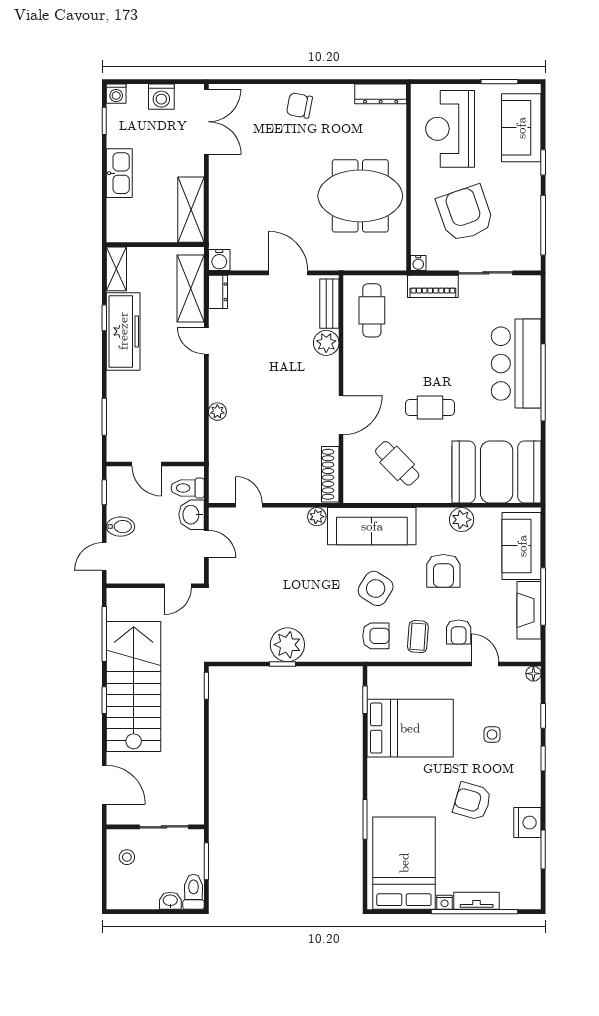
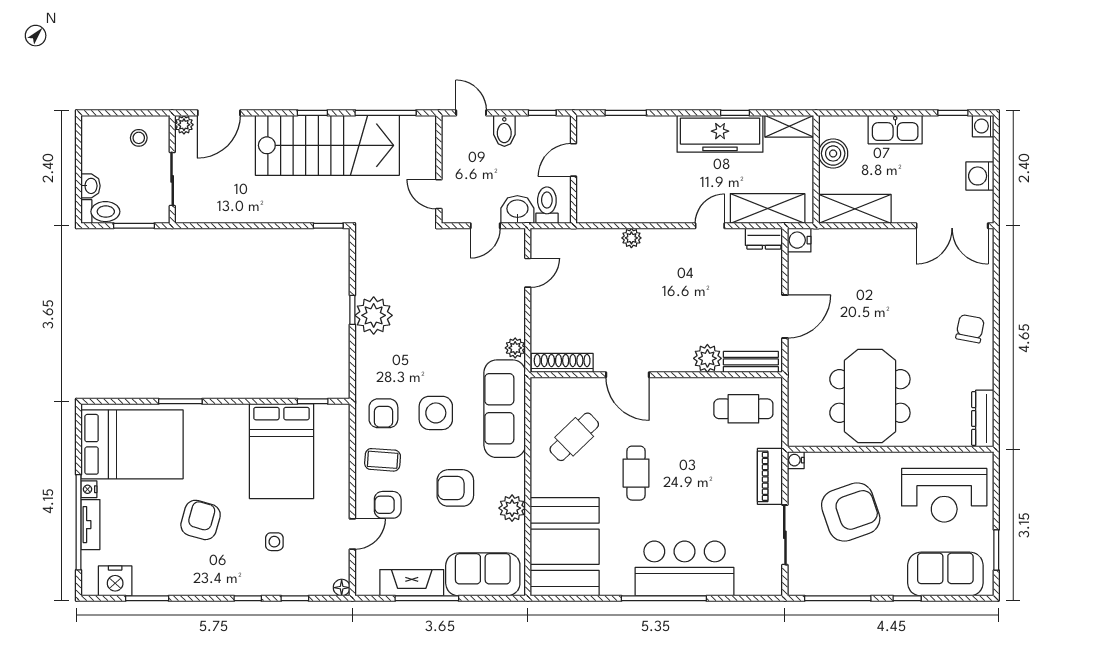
reception desk: (450, 129) -> (944, 495), turned 180
boiler: (141, 229) -> (833, 153), added
side table: (376, 588) -> (436, 413), turned -32
plant: (115, 816) -> (184, 125), added
nightstand: (527, 823) -> (115, 581), moved

